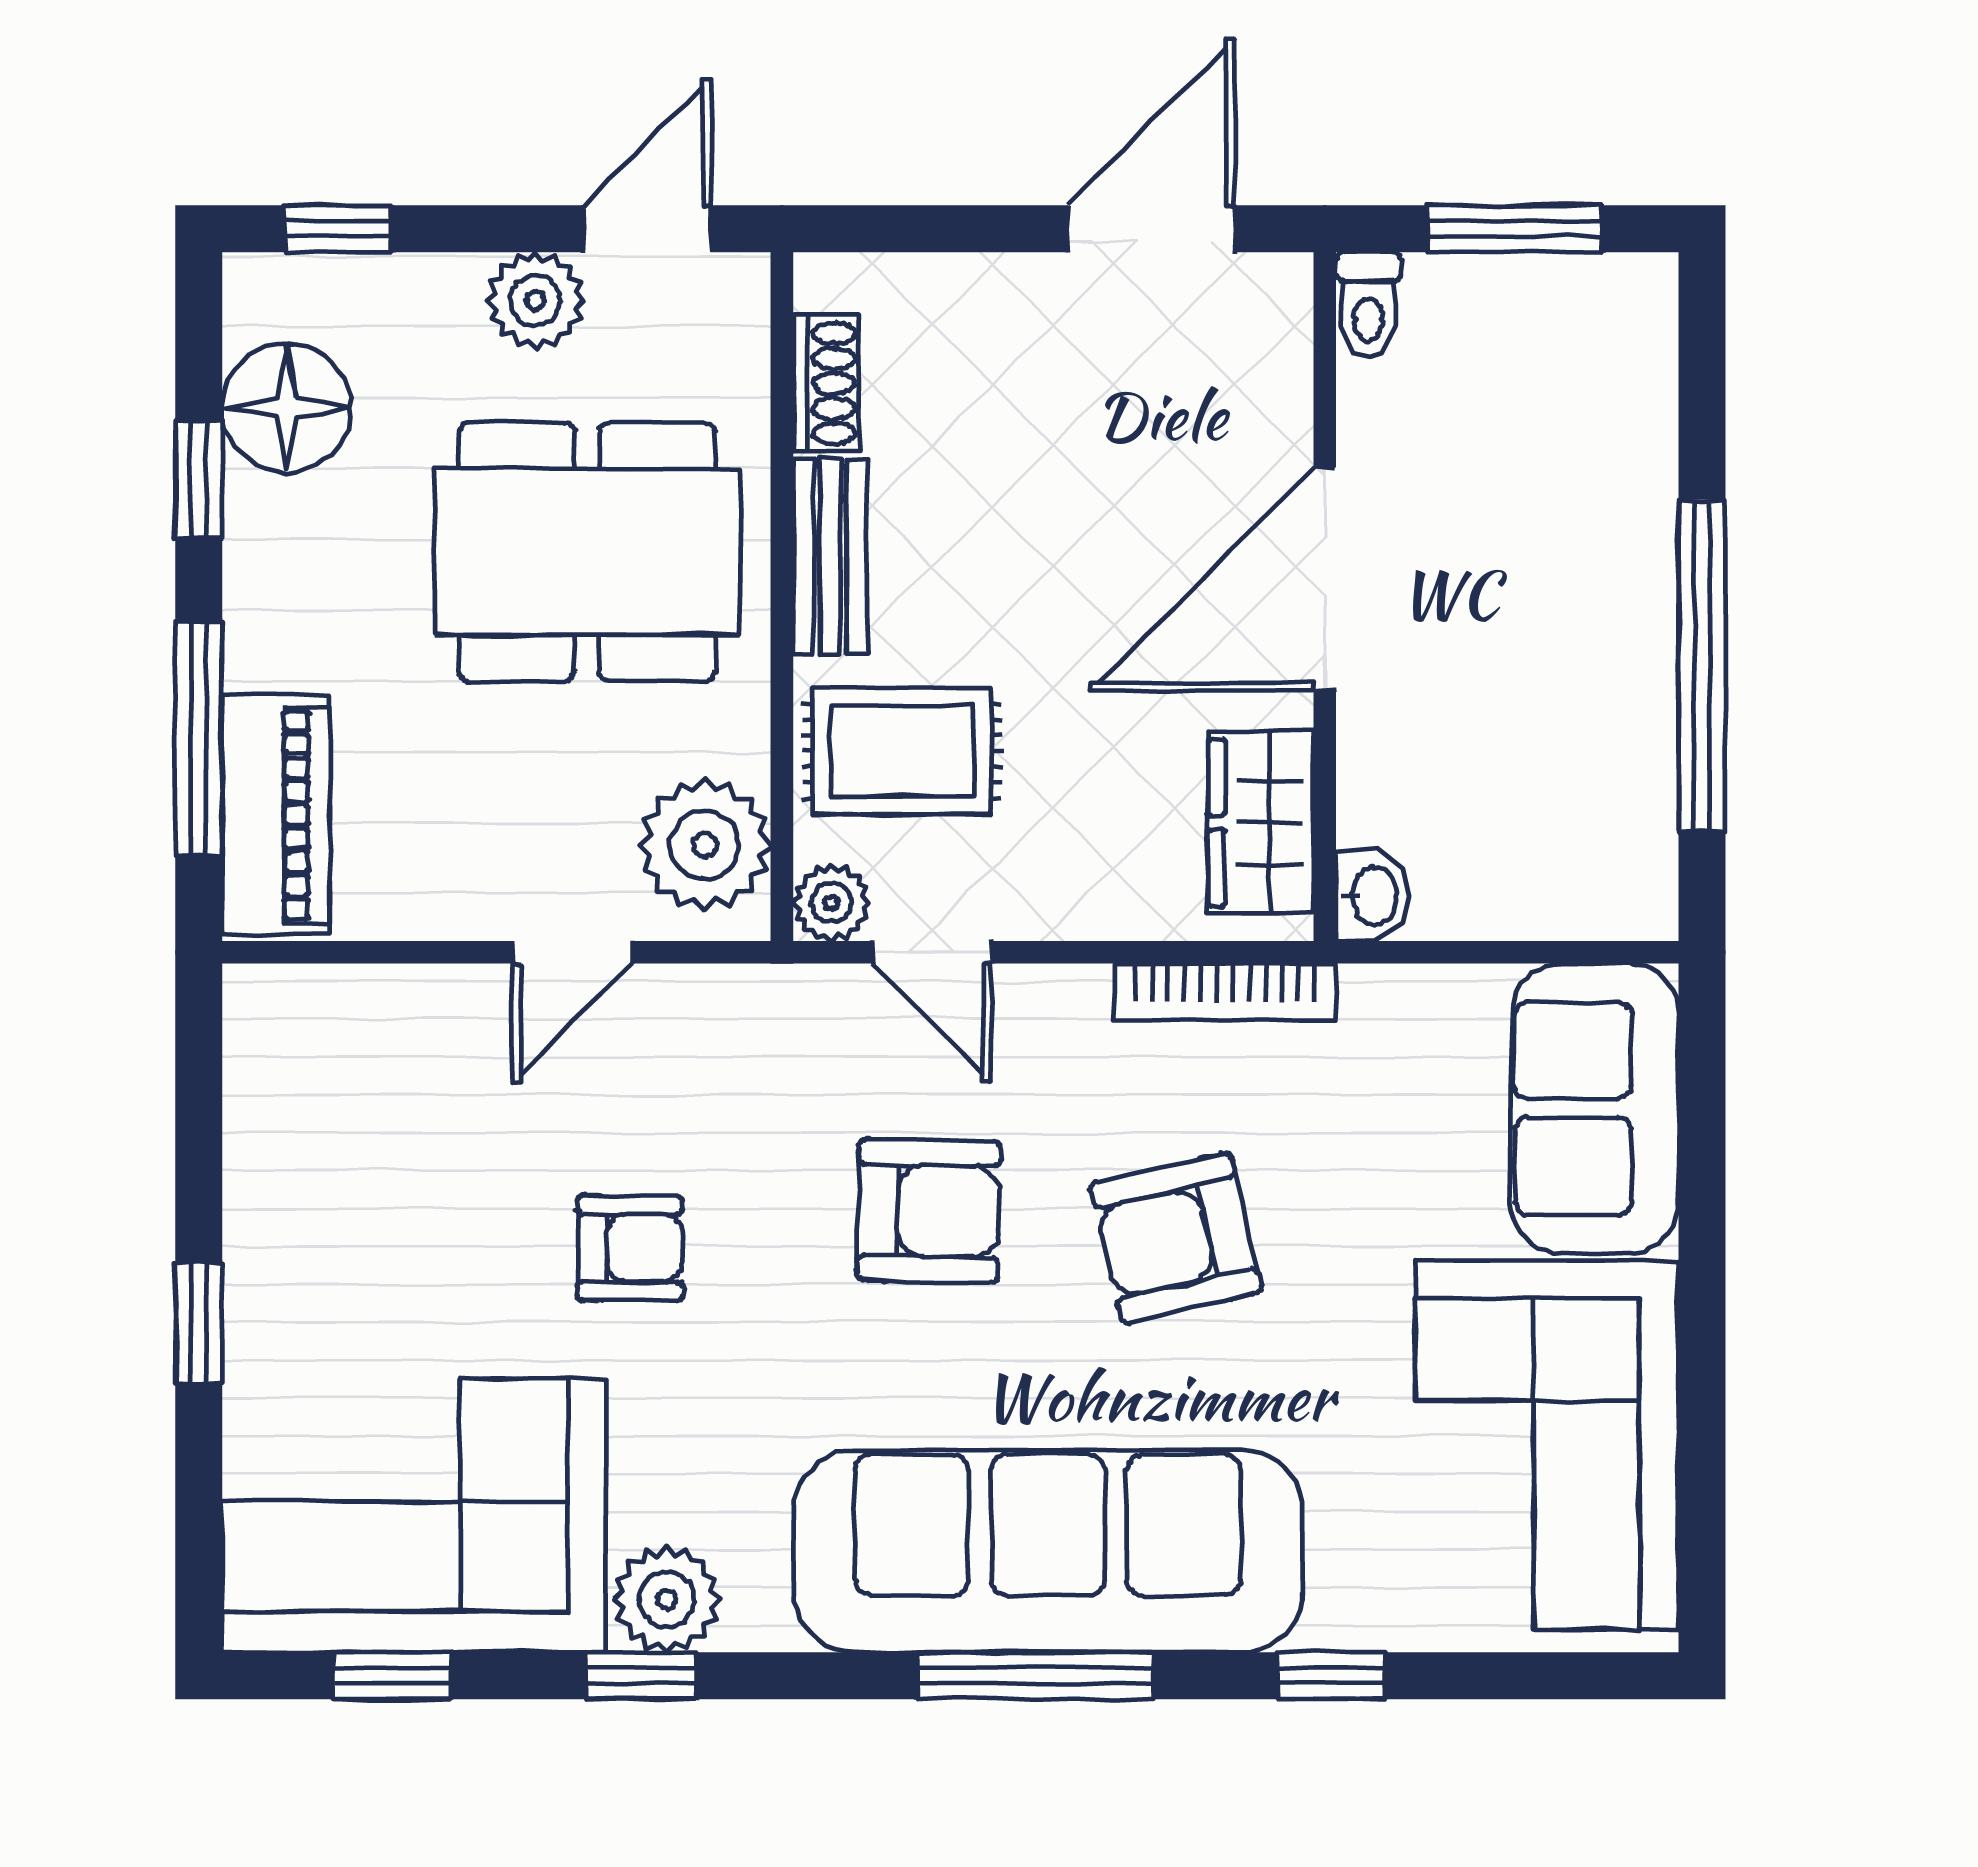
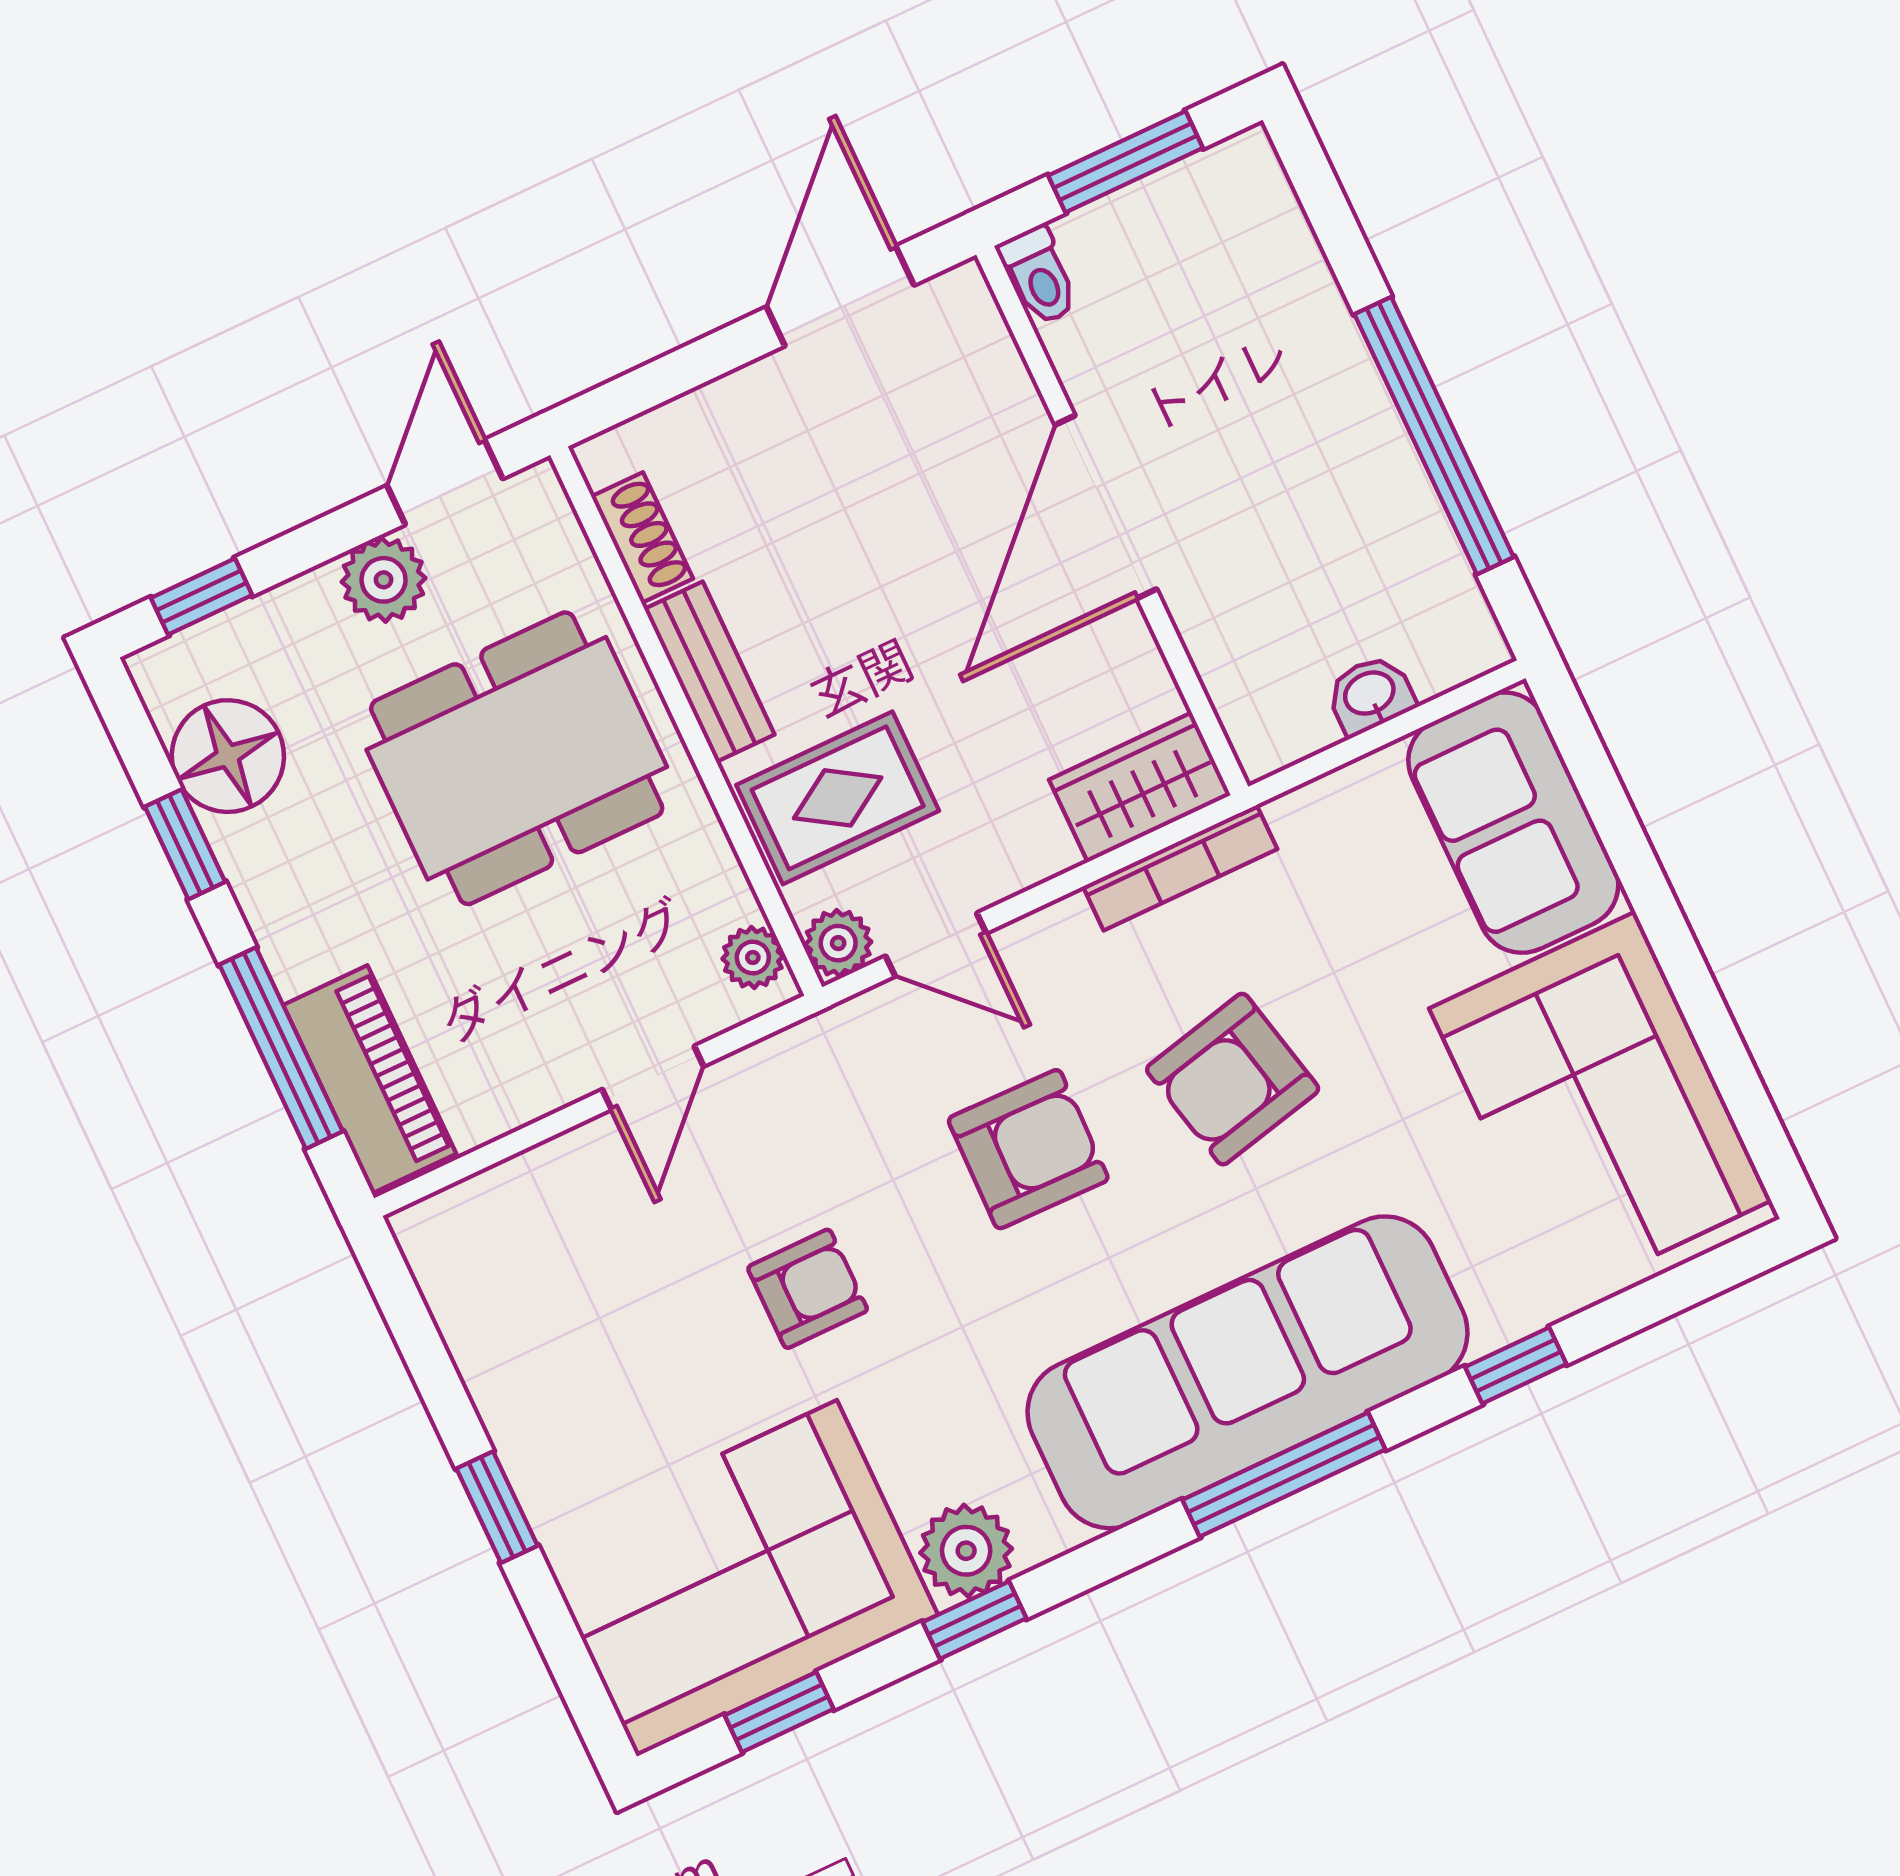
wardrobe: (1261, 823) -> (1140, 787), moved, turned 90
plant: (705, 845) -> (753, 957), width x0.53, depth x0.53
washbasin: (1372, 896) -> (1370, 695), moved, turned -90

